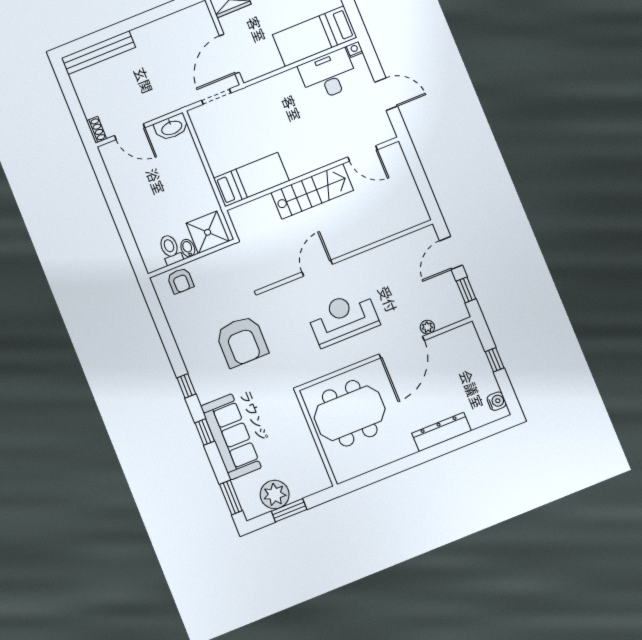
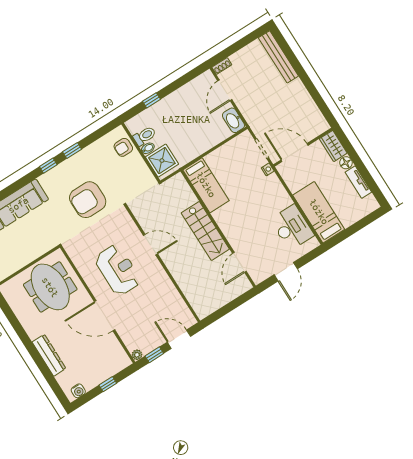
nightstand: (355, 49) -> (268, 169), moved
window: (125, 232) -> (152, 100), added
plant: (427, 327) -> (137, 355), moved
window: (205, 432) -> (72, 151), moved

